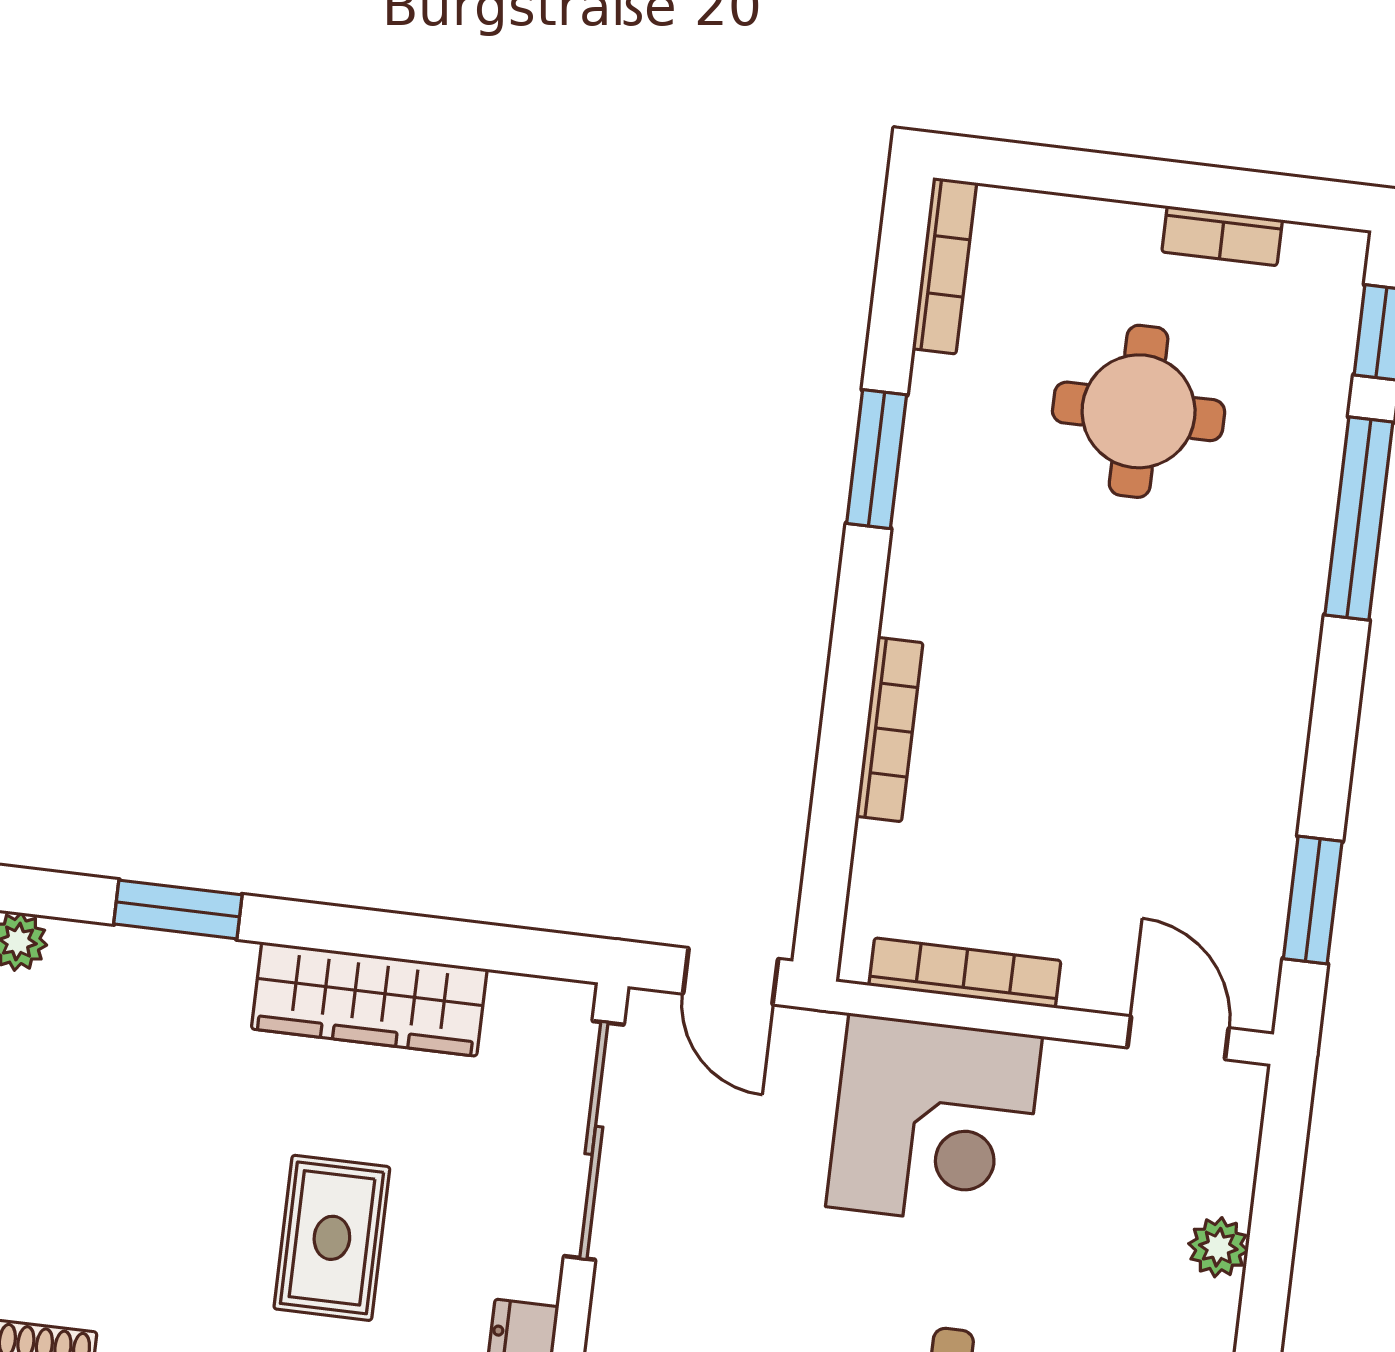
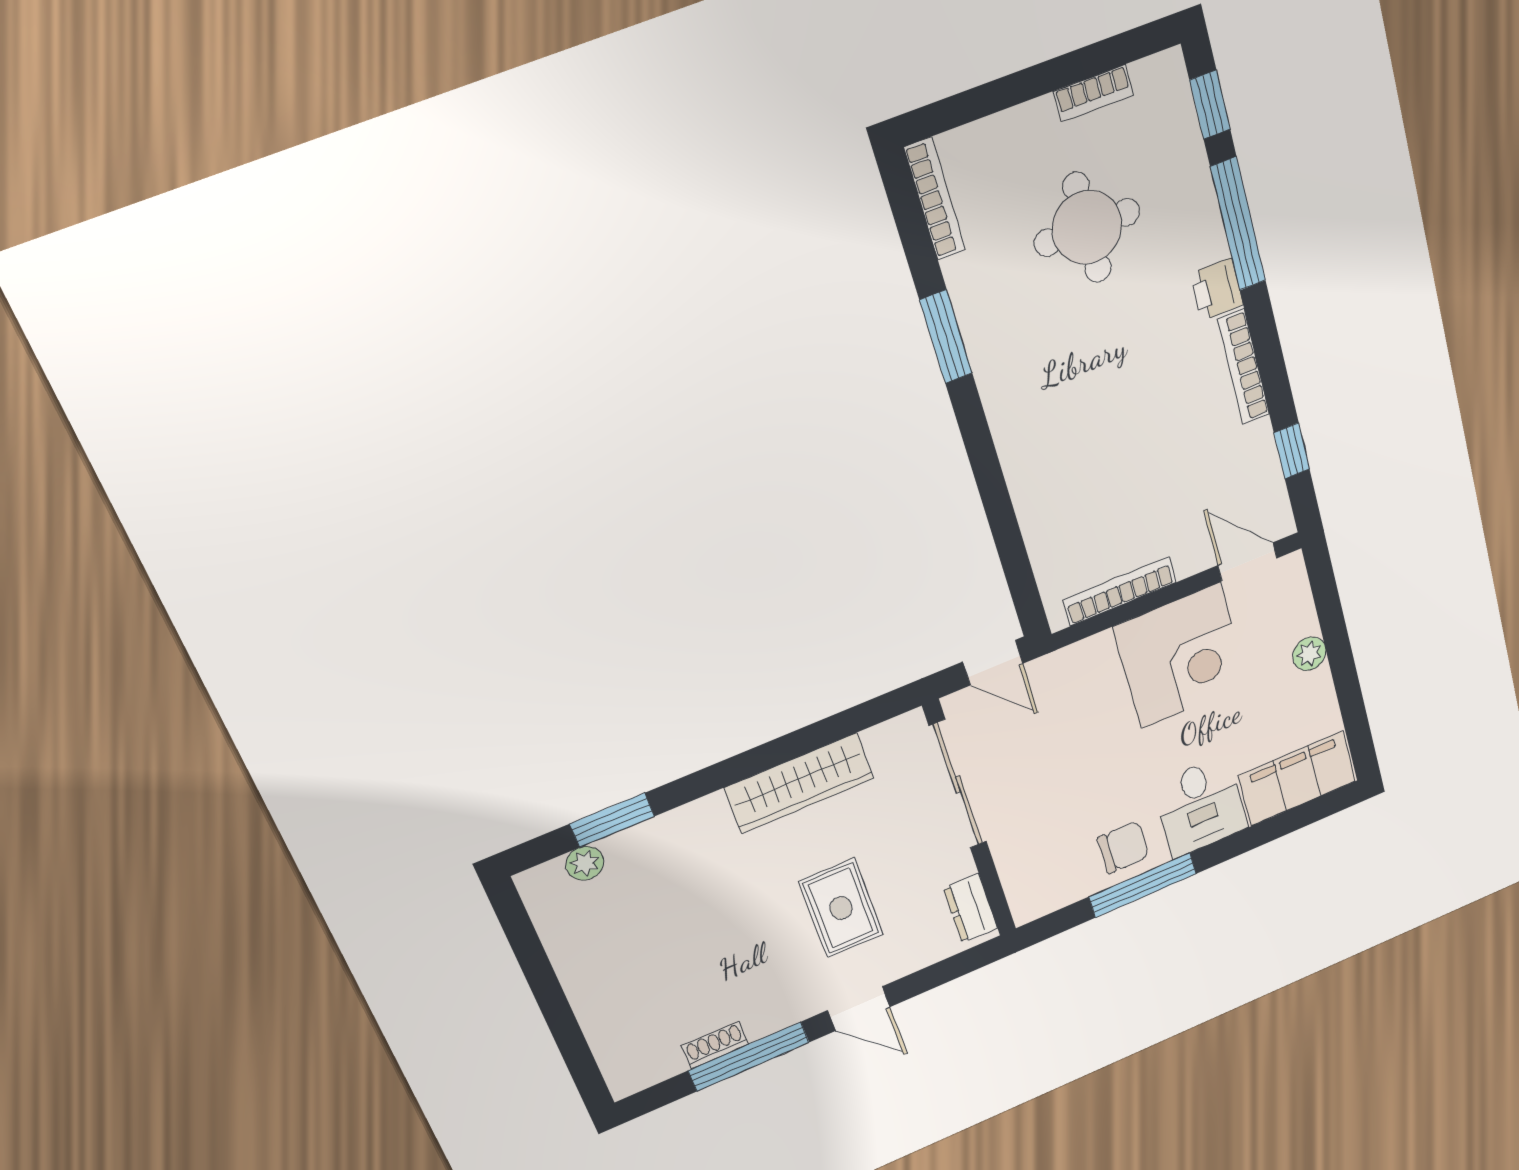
printer: (1291, 596) -> (1217, 289), added
bookcase: (889, 730) -> (1244, 367), moved, turned 180
window: (1313, 900) -> (1292, 451), width x0.67
window: (178, 909) -> (612, 820), moved
corner desk: (934, 1121) -> (1180, 656), moved

